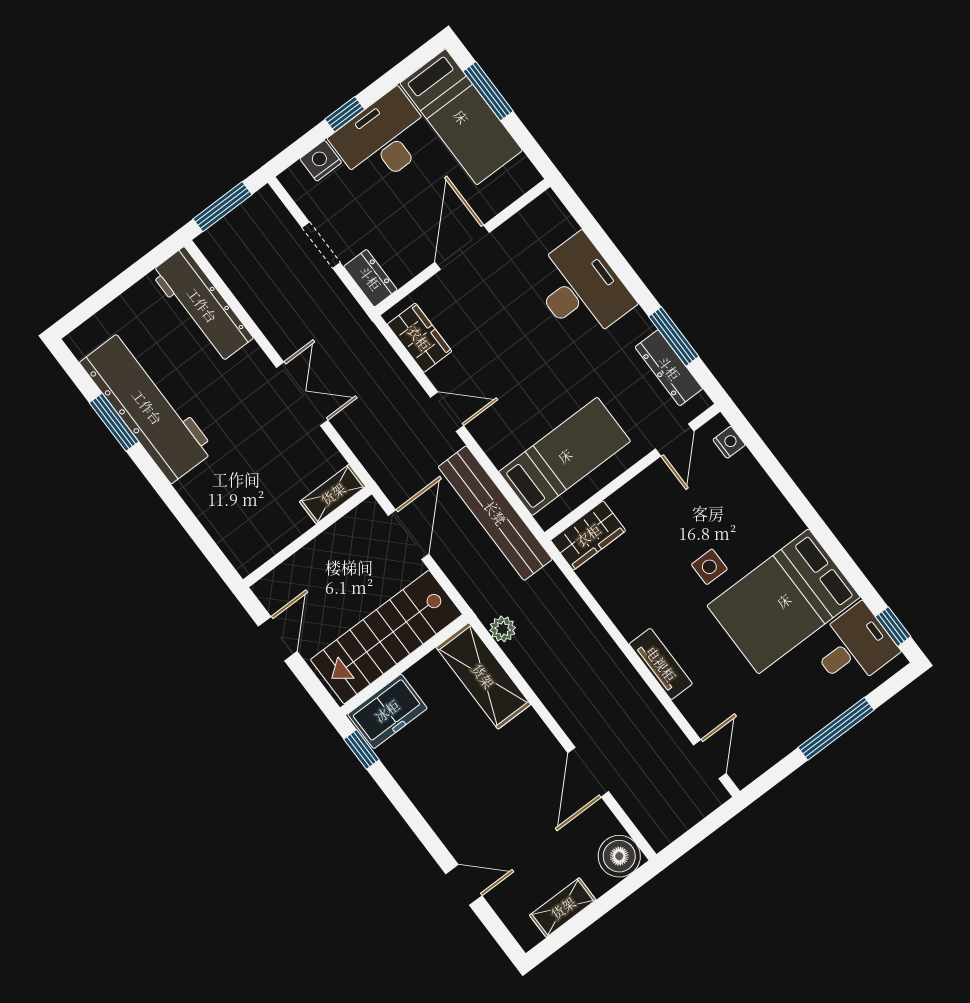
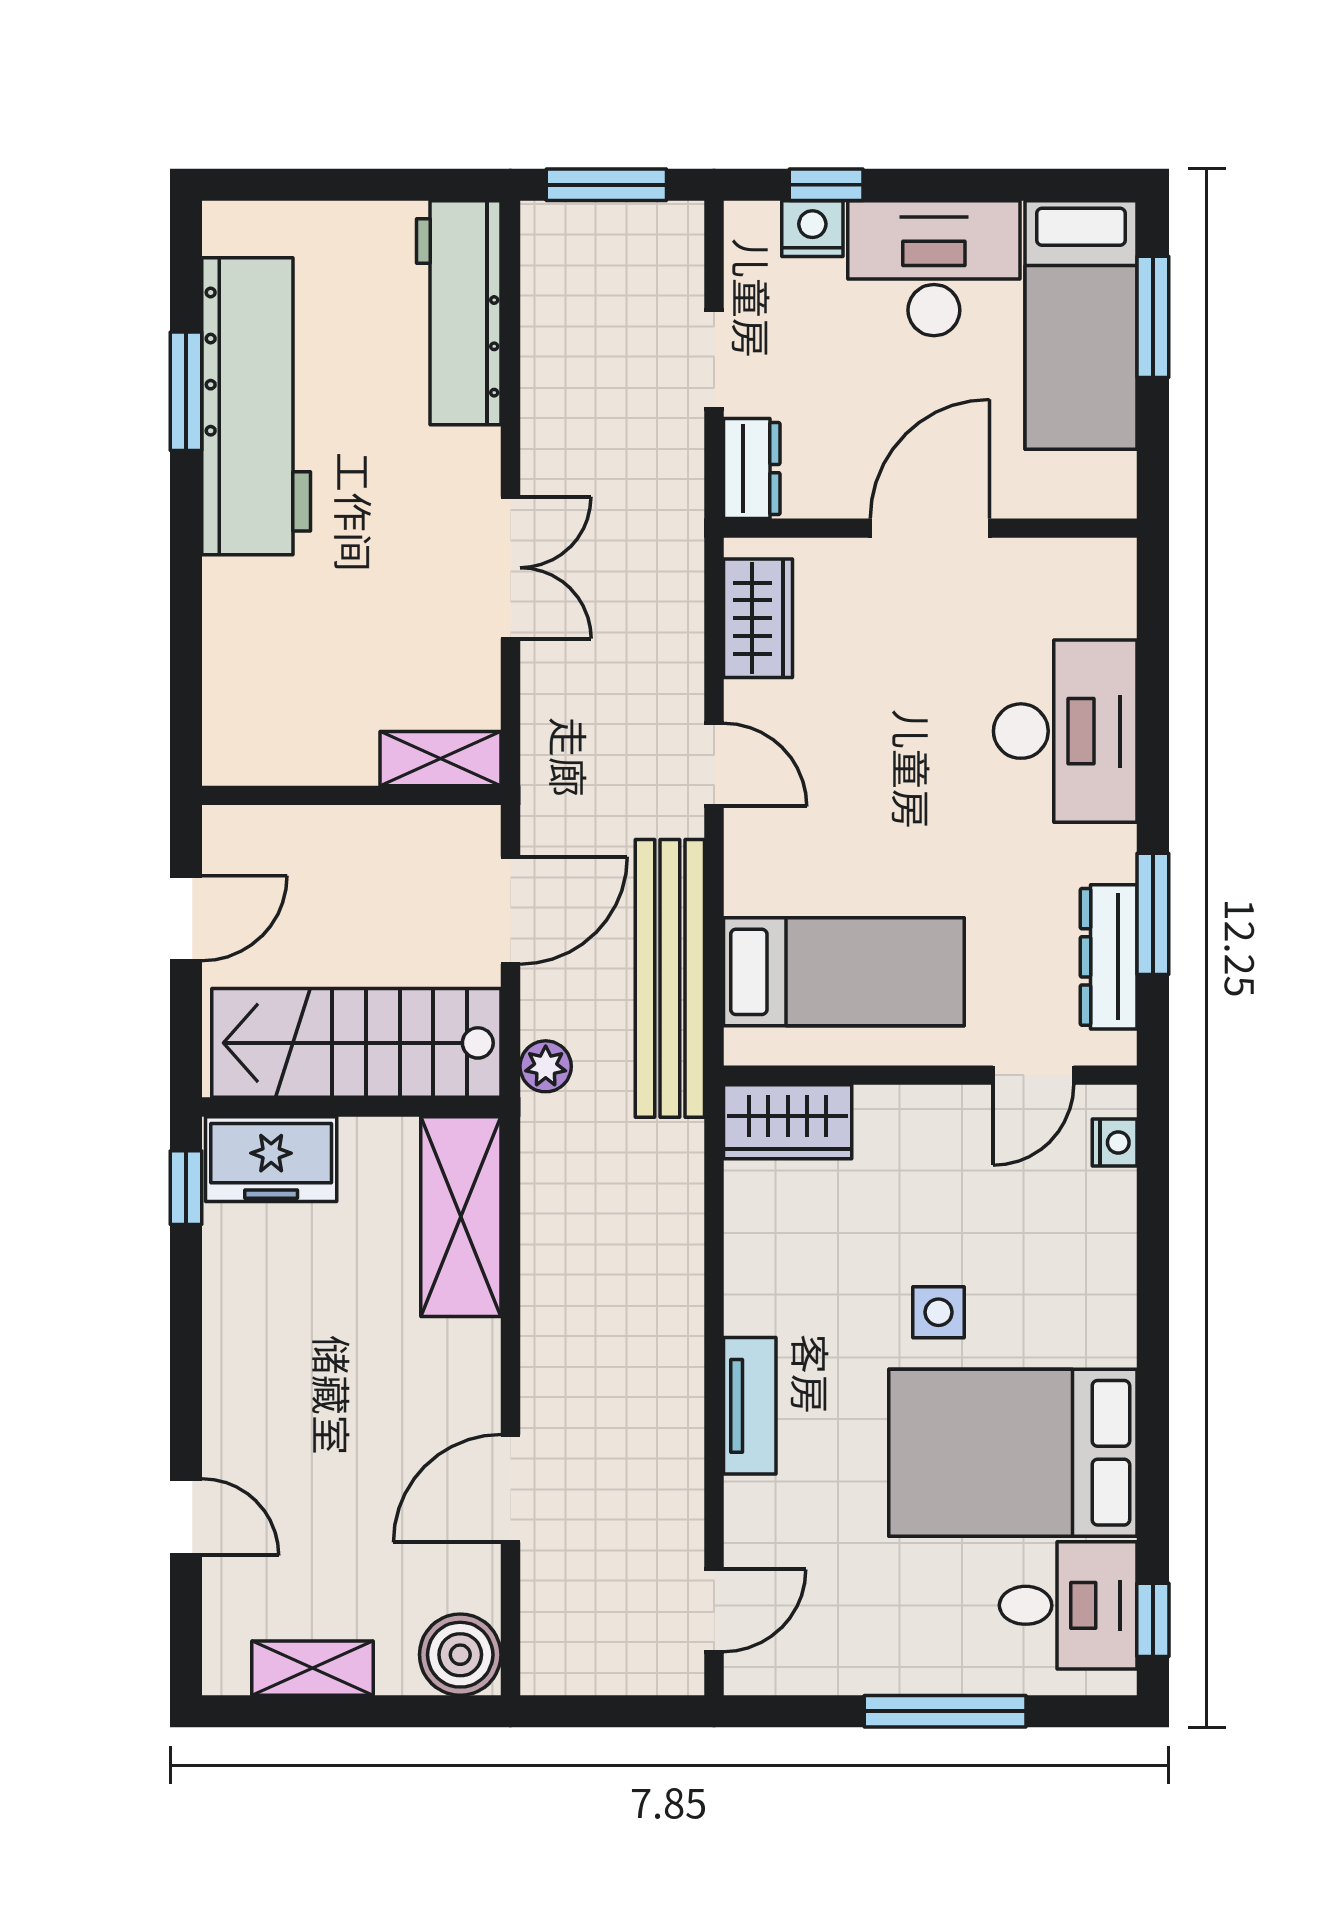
window: (345, 114) -> (826, 185), moved
plant: (503, 629) -> (546, 1066), moved

